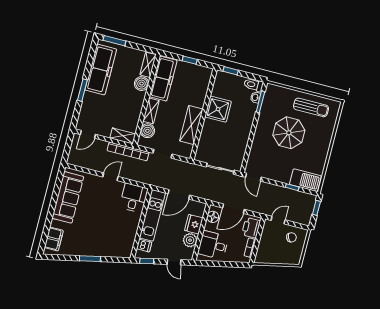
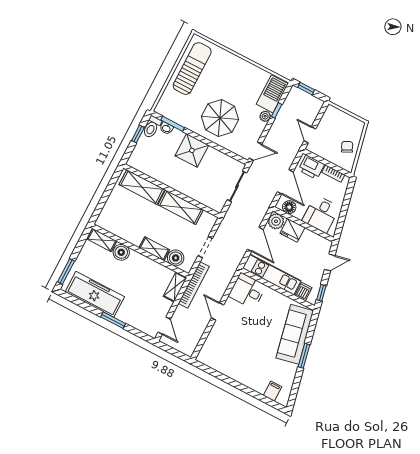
window: (190, 60) -> (108, 192), removed
window: (231, 71) -> (138, 134), moved
freezer: (163, 79) -> (121, 227), removed
shelving: (201, 88) -> (142, 187), added
sun lounger: (311, 107) -> (192, 69), width x1.36, depth x1.34
shower: (218, 109) -> (192, 150), moved
parasol: (289, 133) -> (220, 118), moved
plant: (285, 179) -> (265, 116), added
sofa: (68, 197) -> (295, 334), moved, turned -102
chair: (291, 237) -> (347, 147), moved
filing cabinet: (54, 239) -> (272, 391), width x0.50
plant: (190, 240) -> (276, 221), moved

